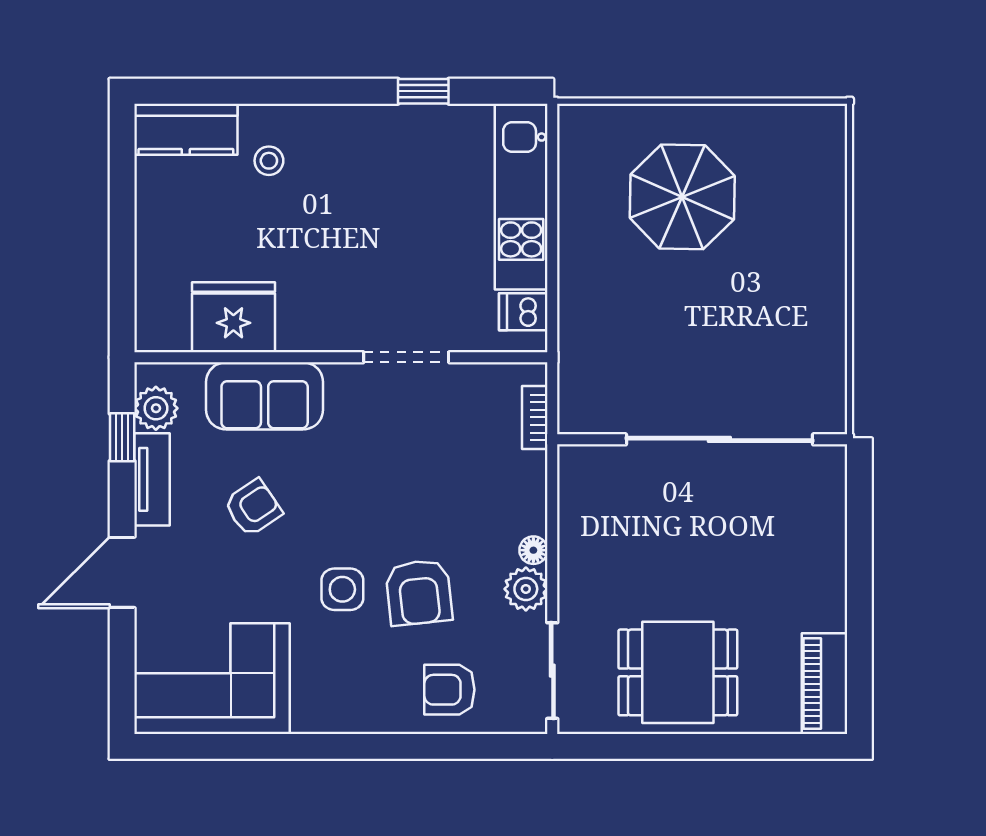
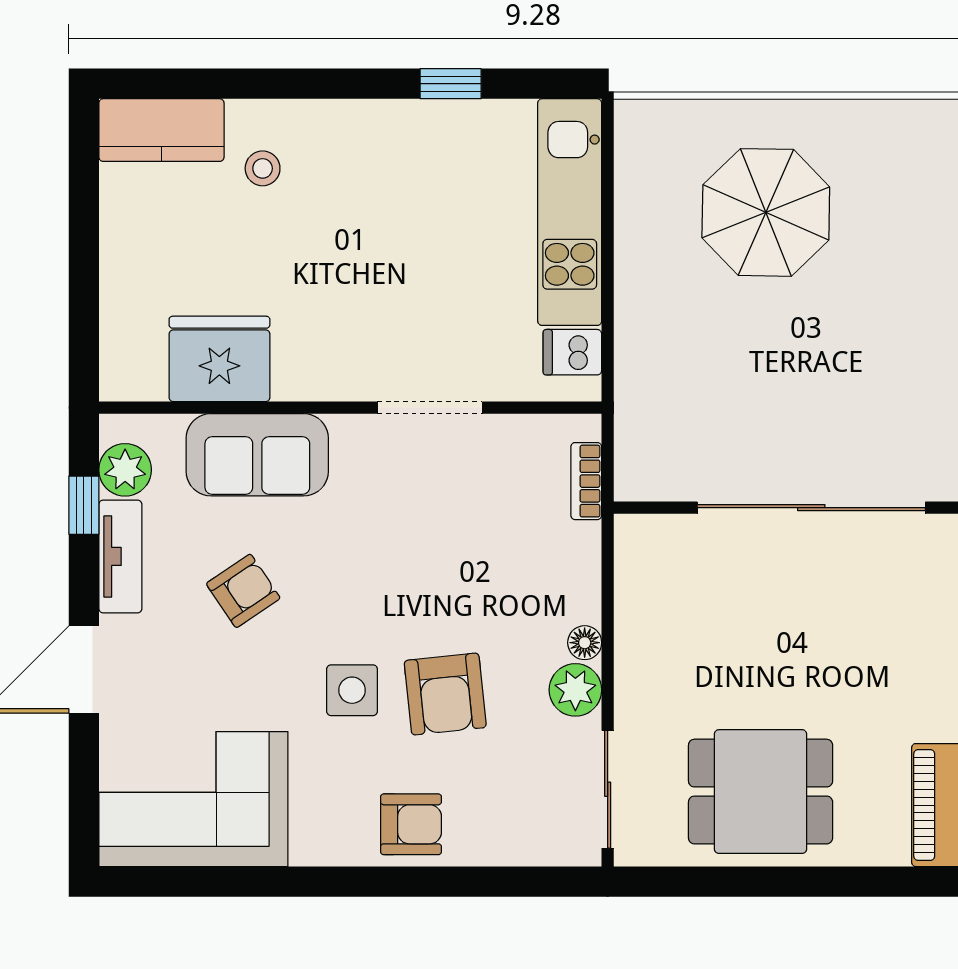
armchair: (449, 690) -> (411, 824), moved, turned 180

